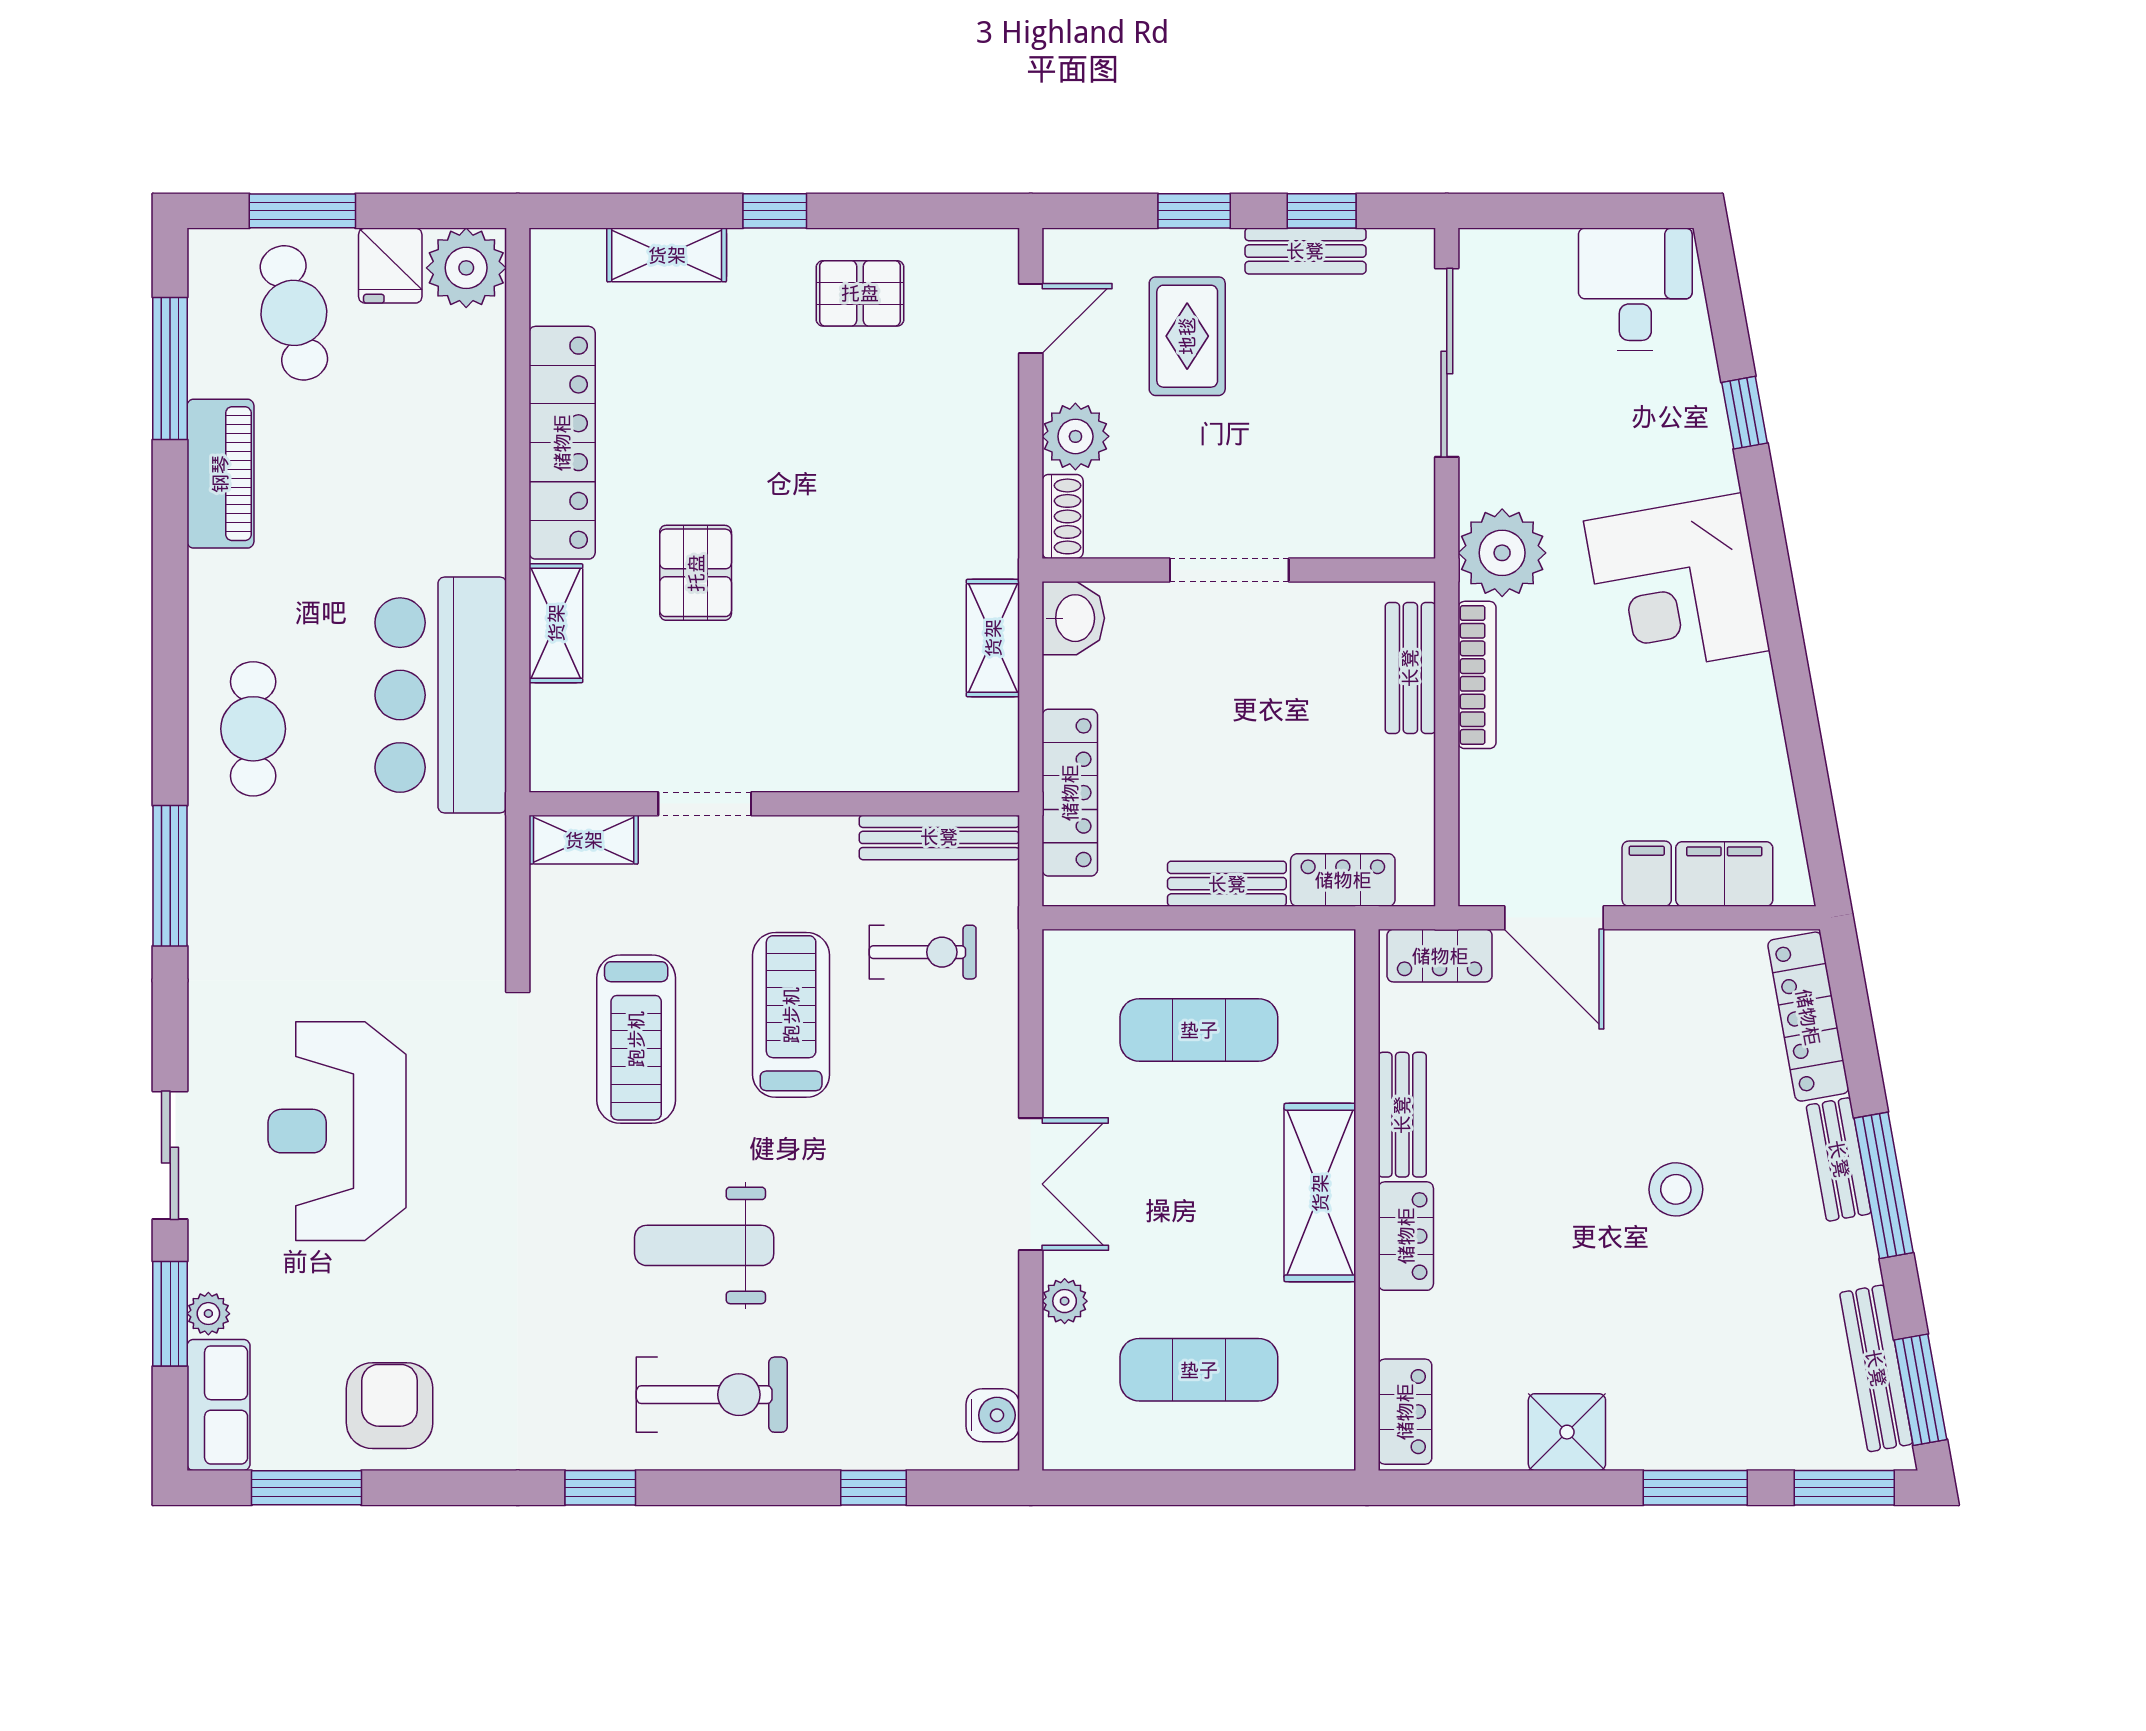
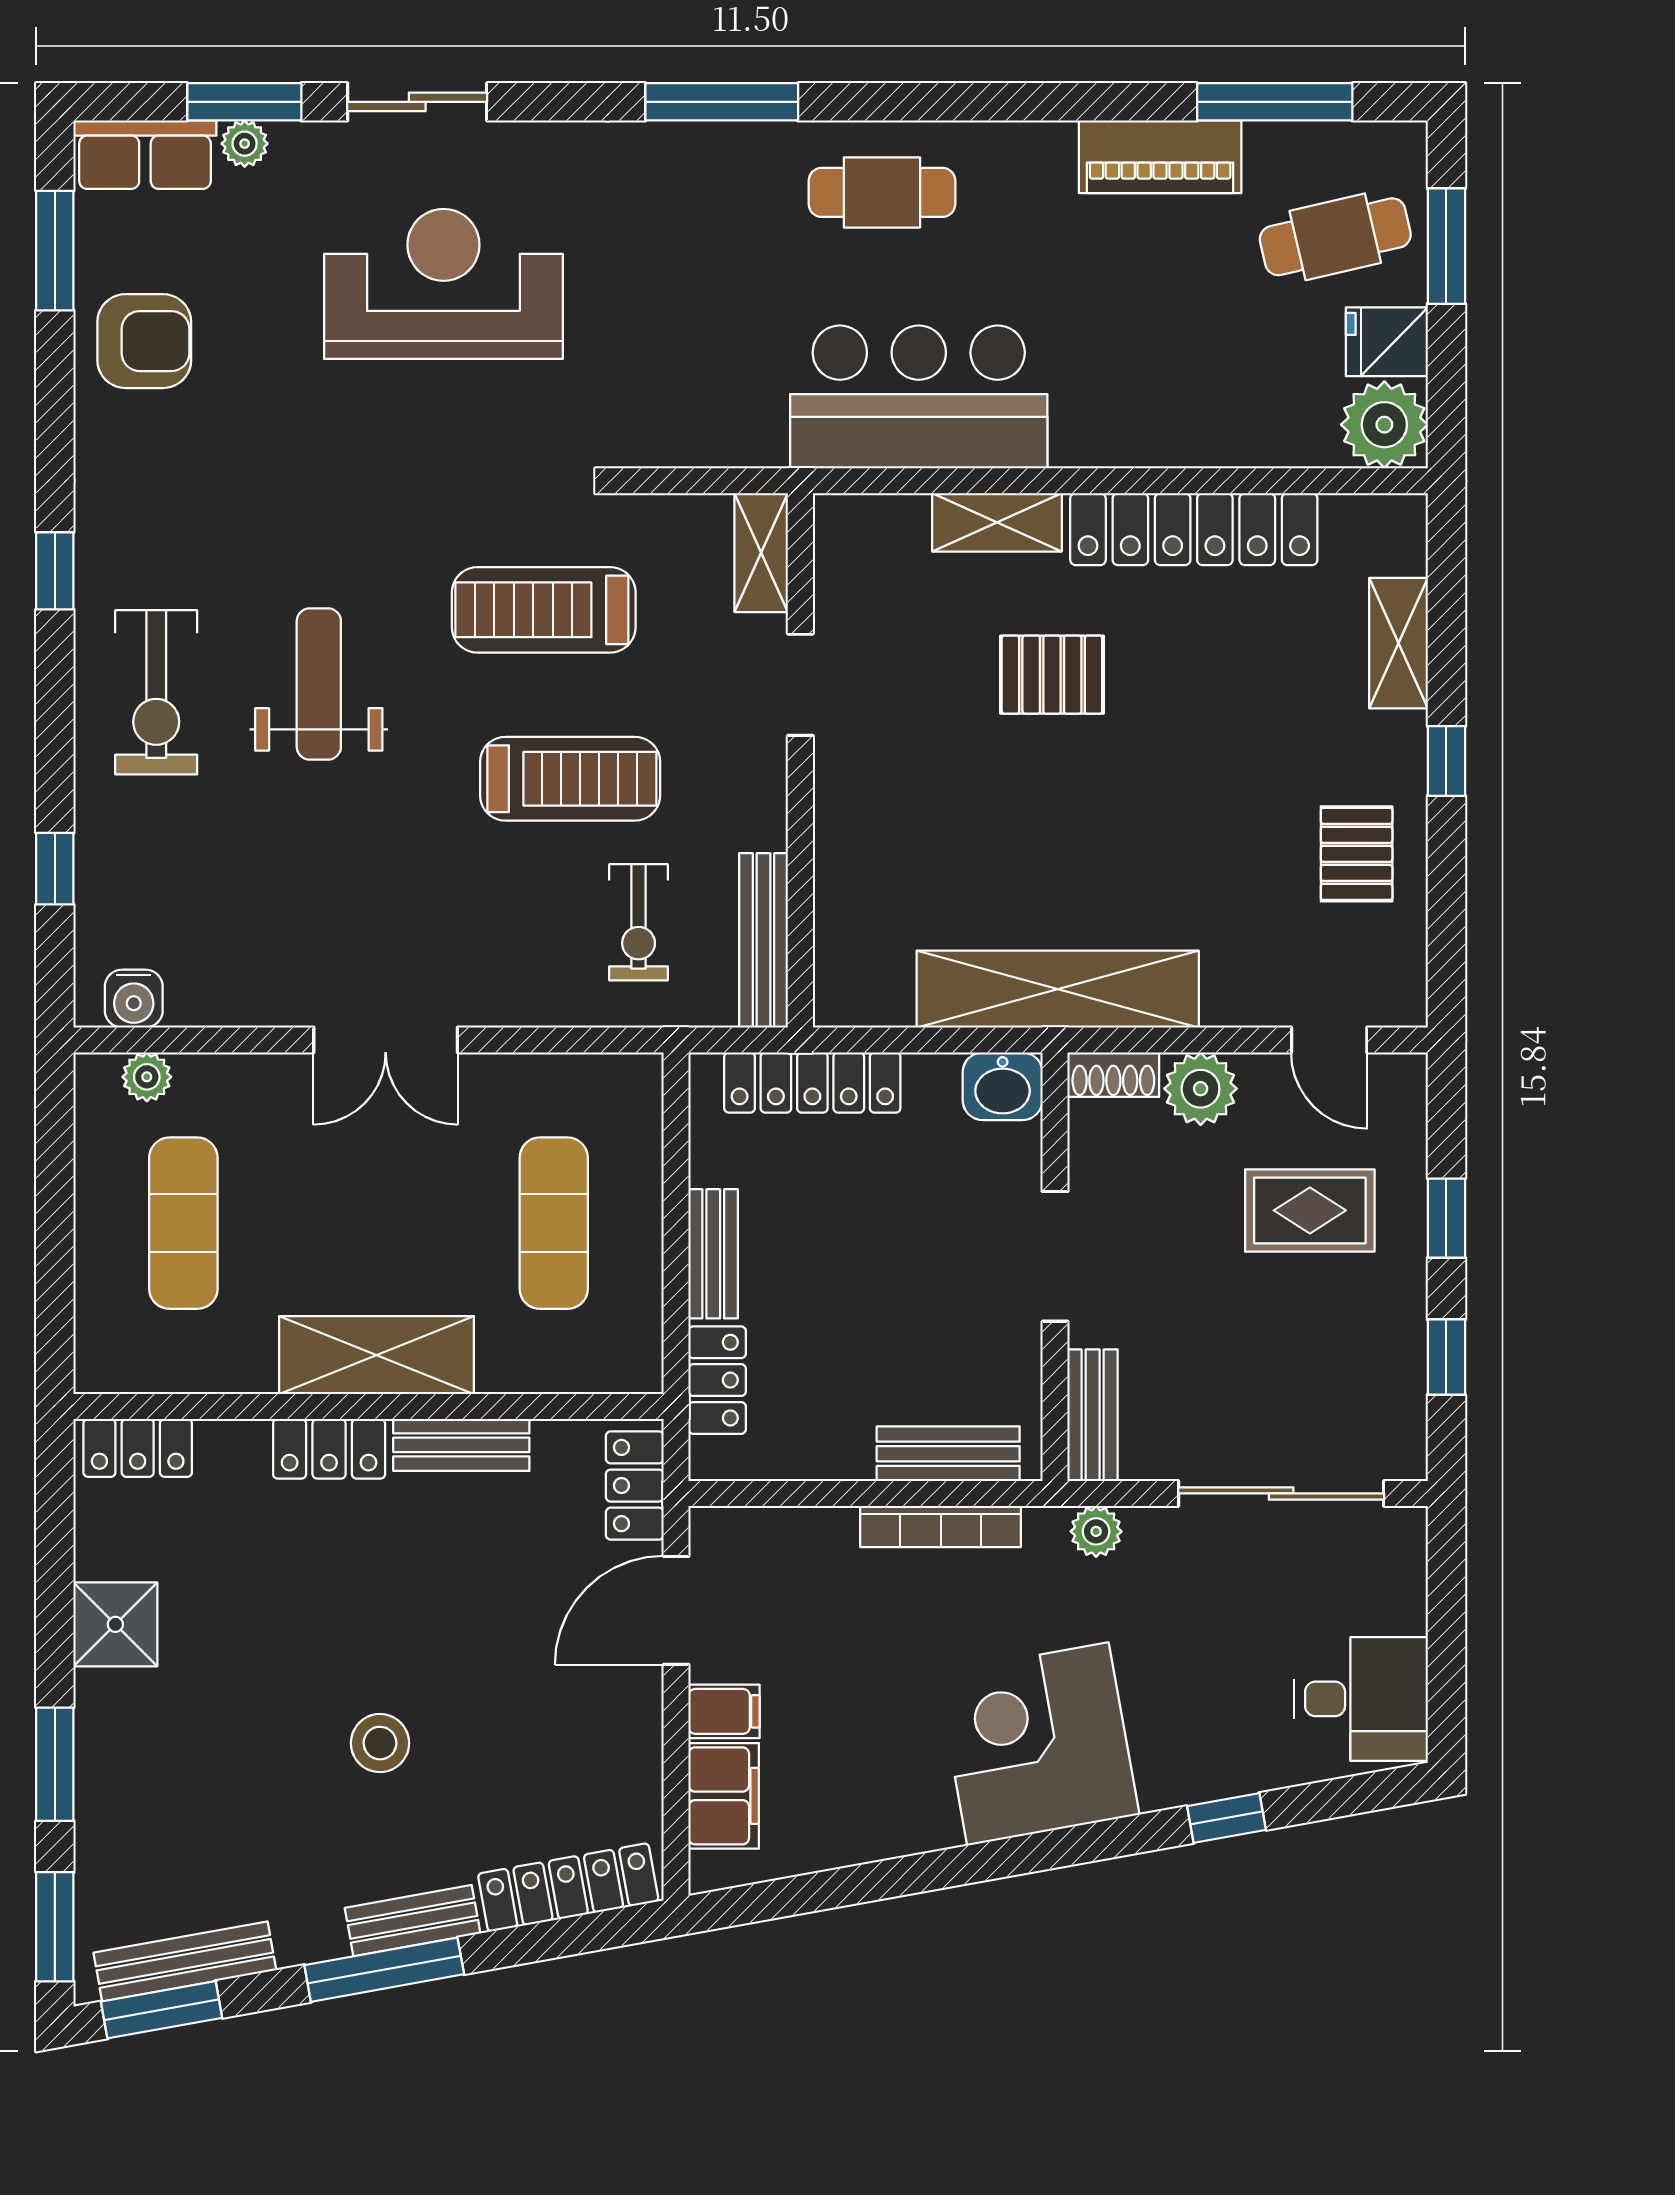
bench: (1305, 251) -> (1093, 1415), moved
plant: (1502, 553) -> (1096, 1531), width x0.53, depth x0.53
shelving: (993, 638) -> (1058, 989), width x2.20, depth x1.33
plant: (1065, 1301) -> (147, 1077), moved

